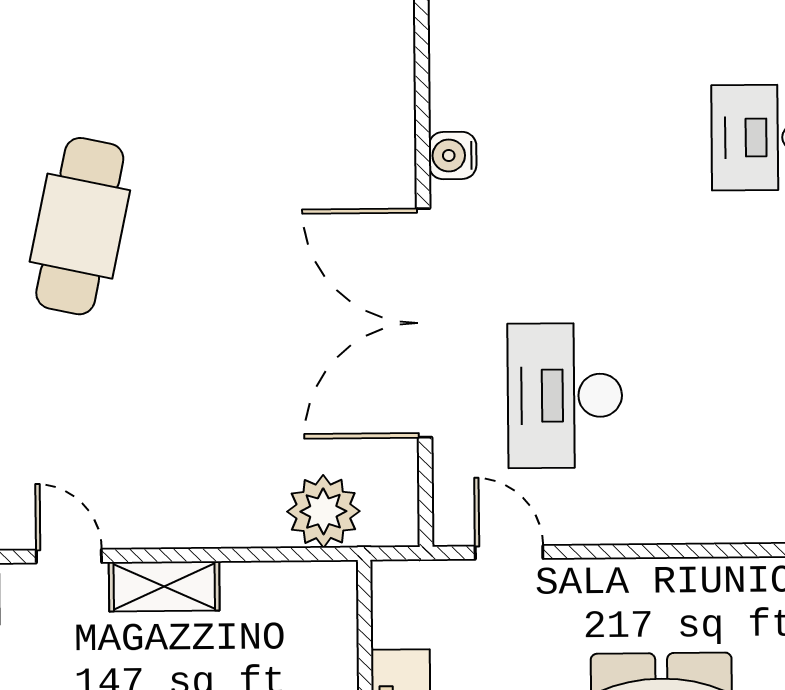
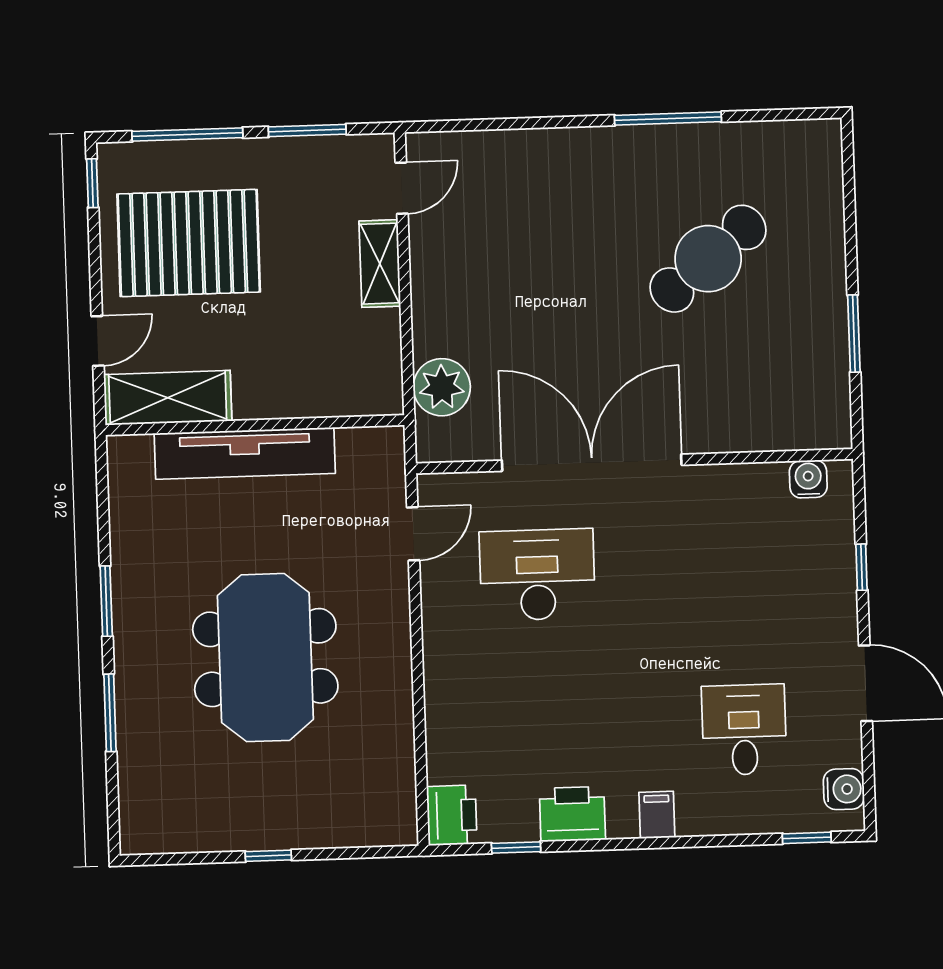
water cooler: (453, 155) -> (808, 479), moved
cafe table: (80, 226) -> (708, 259), moved, turned -51

